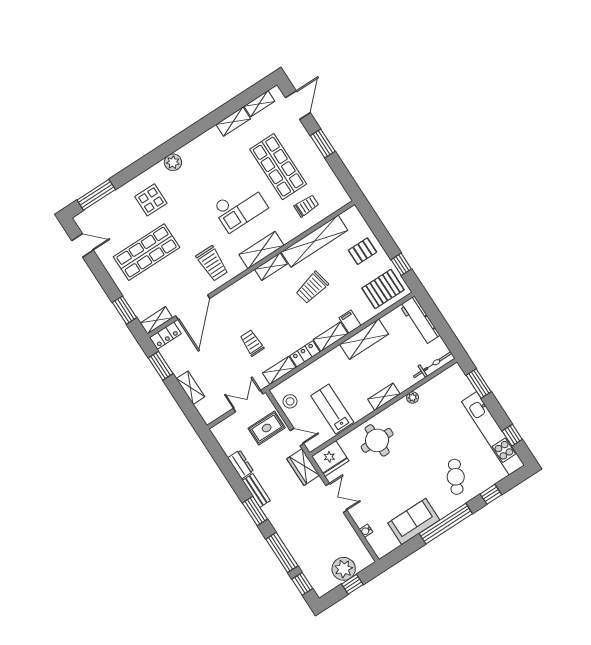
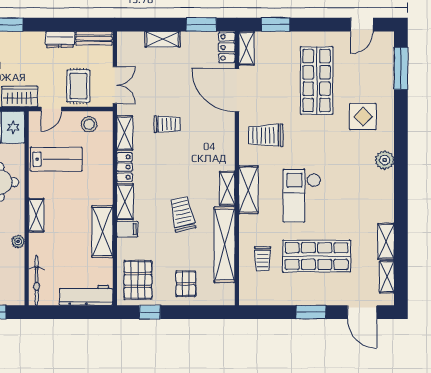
bench: (256, 491) -> (94, 38), moved

